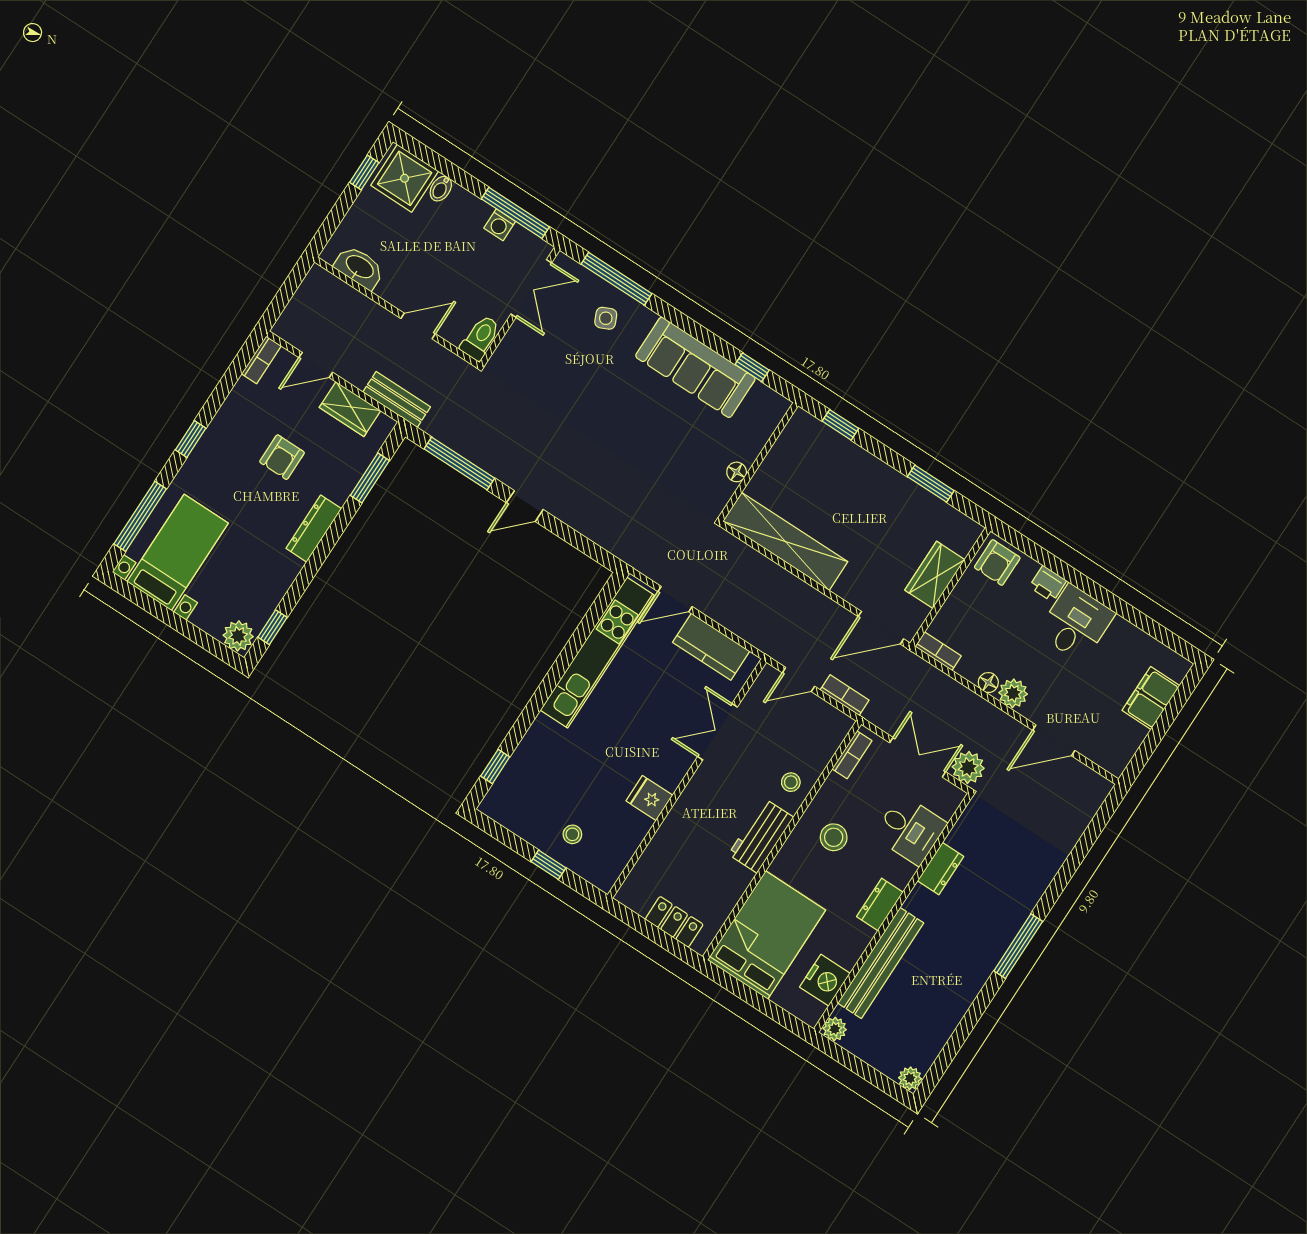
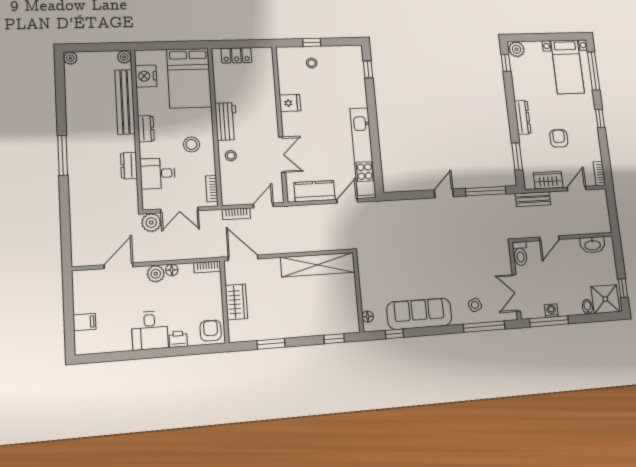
floor lamp: (737, 472) -> (368, 317), moved
door: (881, 628) -> (243, 258), hinge flipped
filing cabinet: (1151, 698) -> (84, 322), width x0.50

